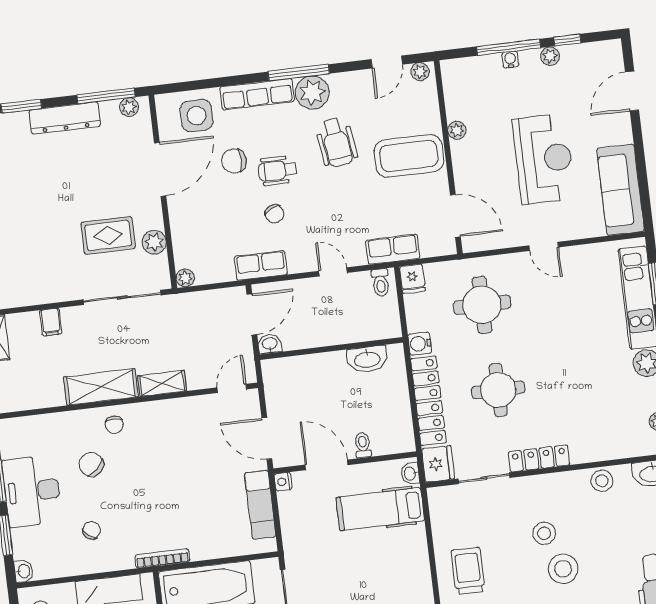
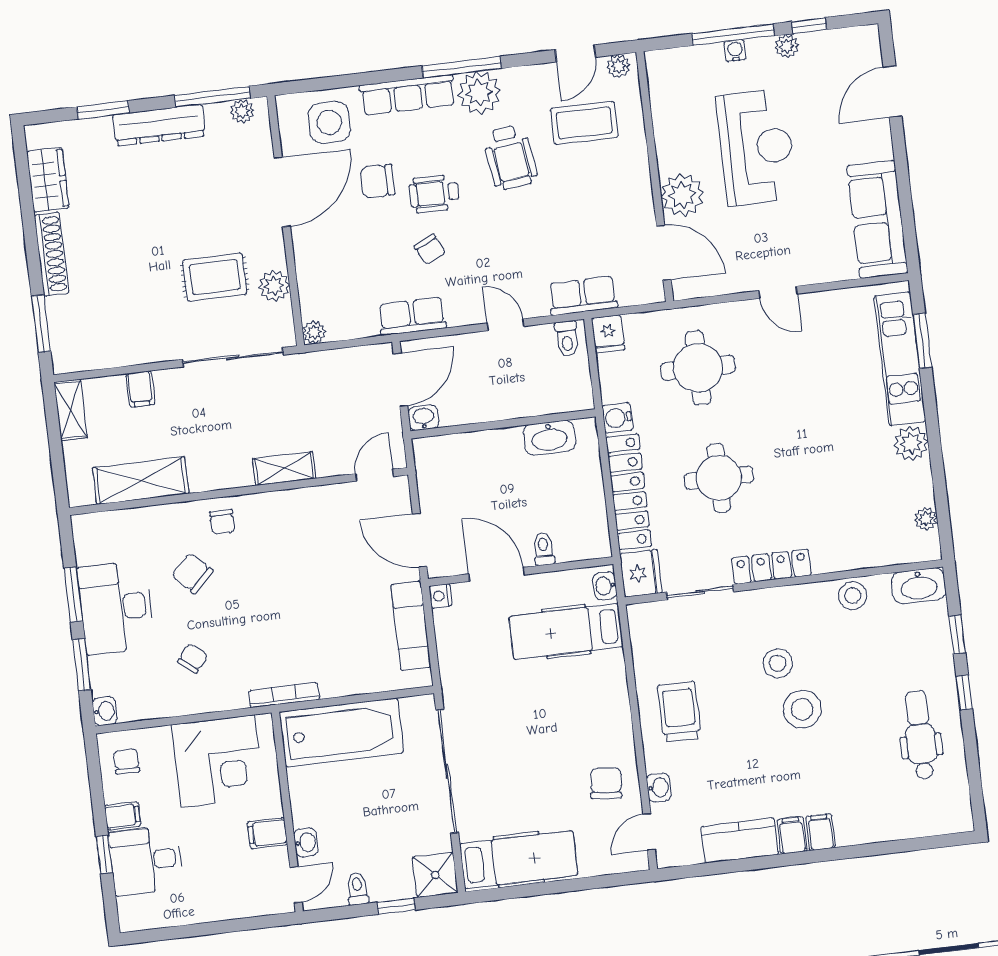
plant: (457, 130) -> (682, 195), moved, width x1.87, depth x1.87
coffee table: (409, 156) -> (584, 123), moved, width x0.73, depth x0.76
reception desk: (544, 159) -> (756, 147), moved
shelving: (101, 387) -> (141, 481), moved

